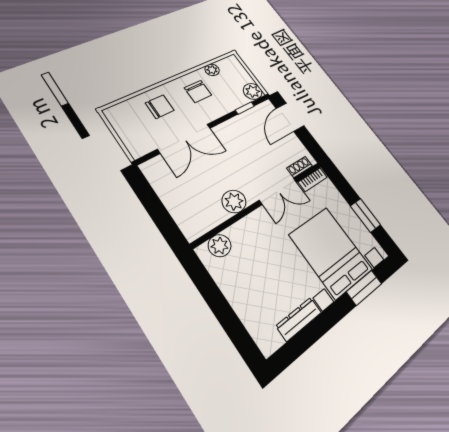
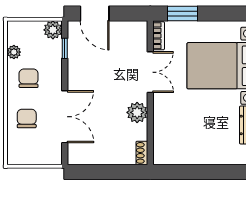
chair: (198, 91) -> (29, 78), turned -90
shoe rack: (300, 167) -> (142, 153), moved
window: (365, 215) -> (182, 13), moved
plant: (220, 246) -> (162, 145), removed

